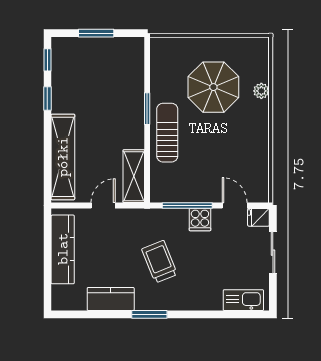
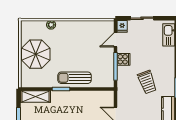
parasol: (213, 87) -> (36, 54), moved
shelving: (134, 176) -> (36, 97), moved
trolley: (160, 262) -> (147, 82), turned -88

